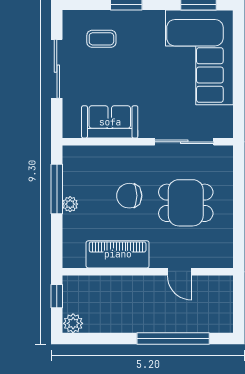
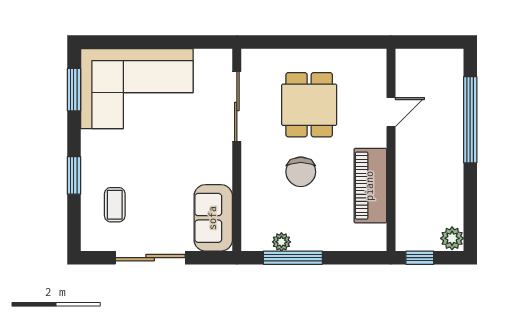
sofa: (110, 122) -> (213, 218), moved
plant: (70, 204) -> (281, 242), moved

